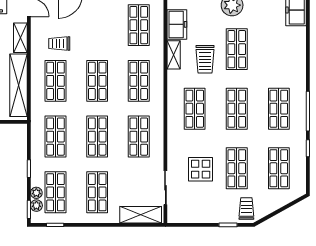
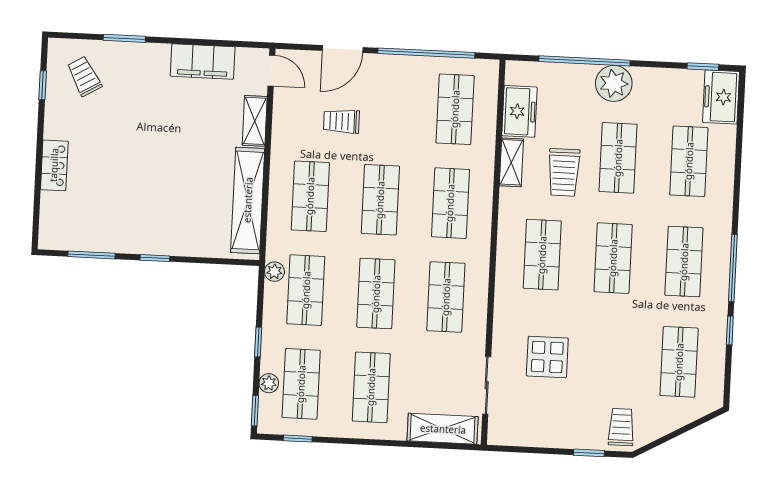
trolley: (59, 43) -> (341, 121), moved
shop shelf: (237, 168) -> (689, 161), moved
plant: (36, 206) -> (274, 272), moved

